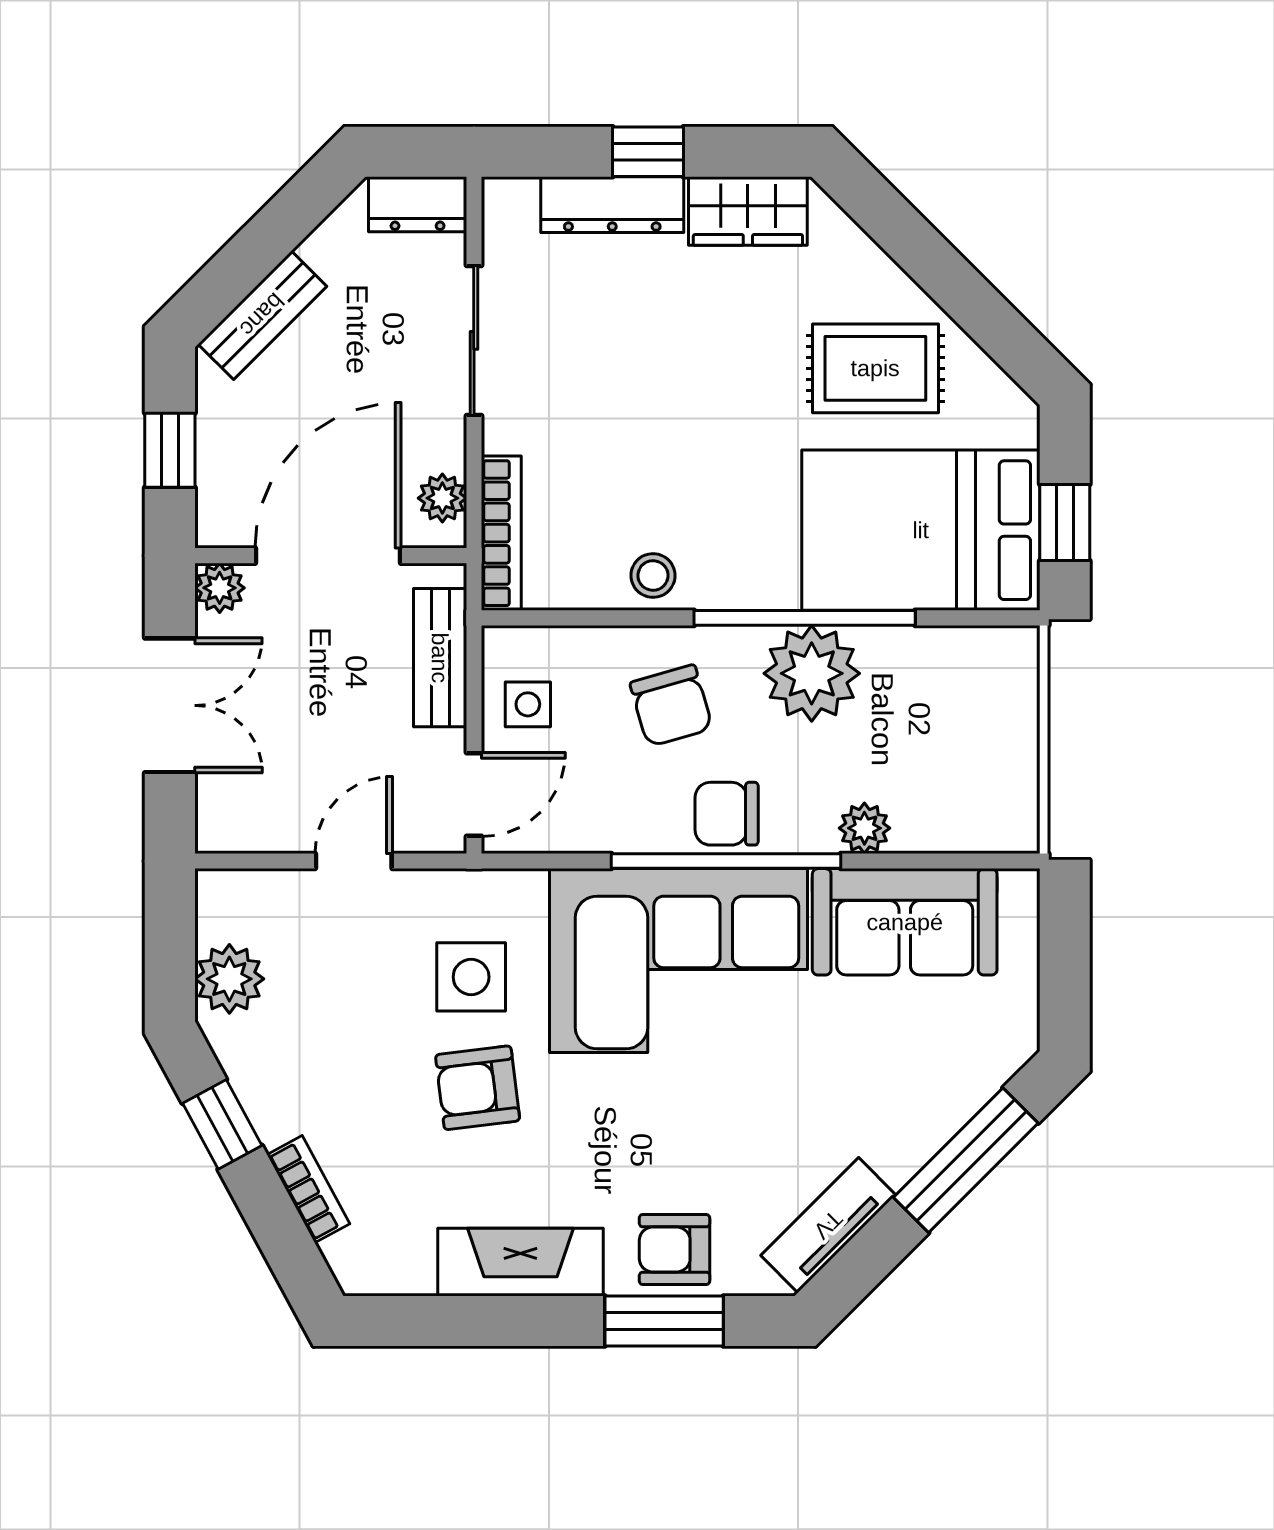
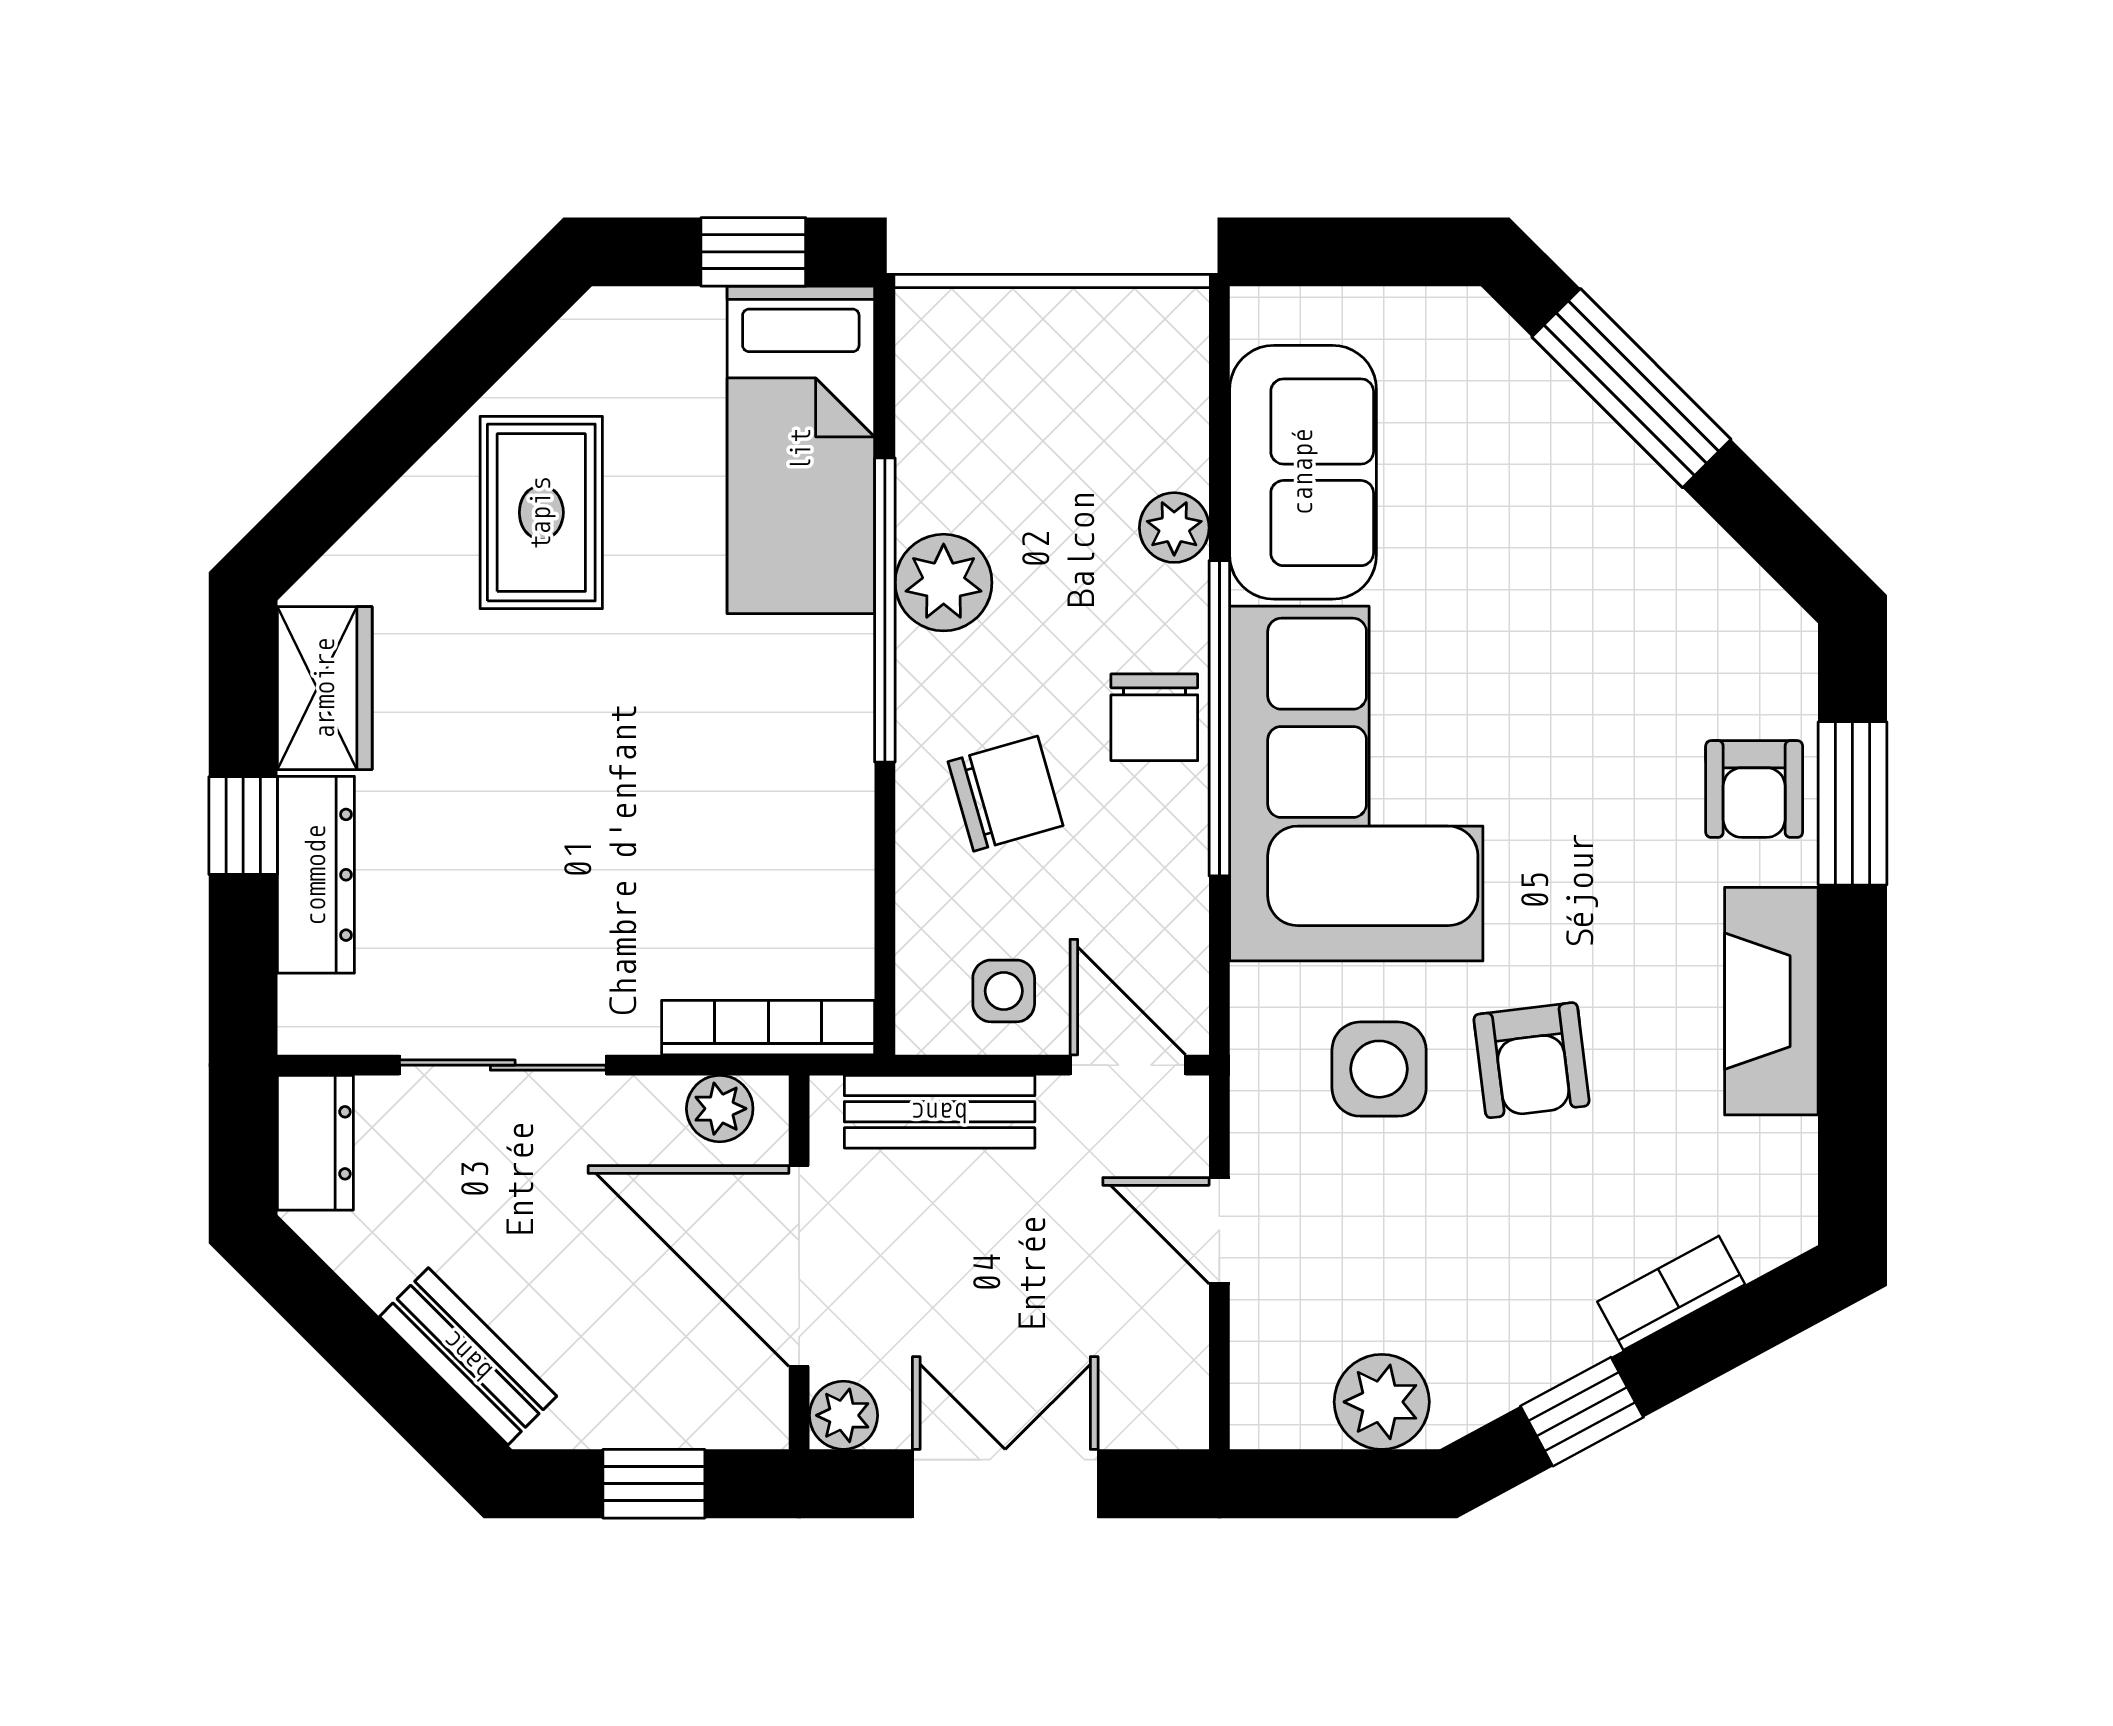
bed: (921, 530) -> (801, 450), width x0.67
stool: (653, 576) -> (826, 819), removed
plant: (812, 673) -> (944, 583), width x0.73, depth x0.73
tv unit: (828, 1225) -> (1721, 577), removed

